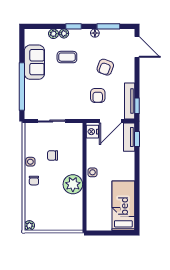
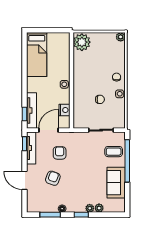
door: (137, 47) -> (25, 180), moved
coffee table: (67, 57) -> (114, 152), moved
nightstand: (92, 132) -> (64, 110), moved
tv unit: (129, 137) -> (32, 111), width x1.41
plant: (73, 184) -> (82, 42), moved

